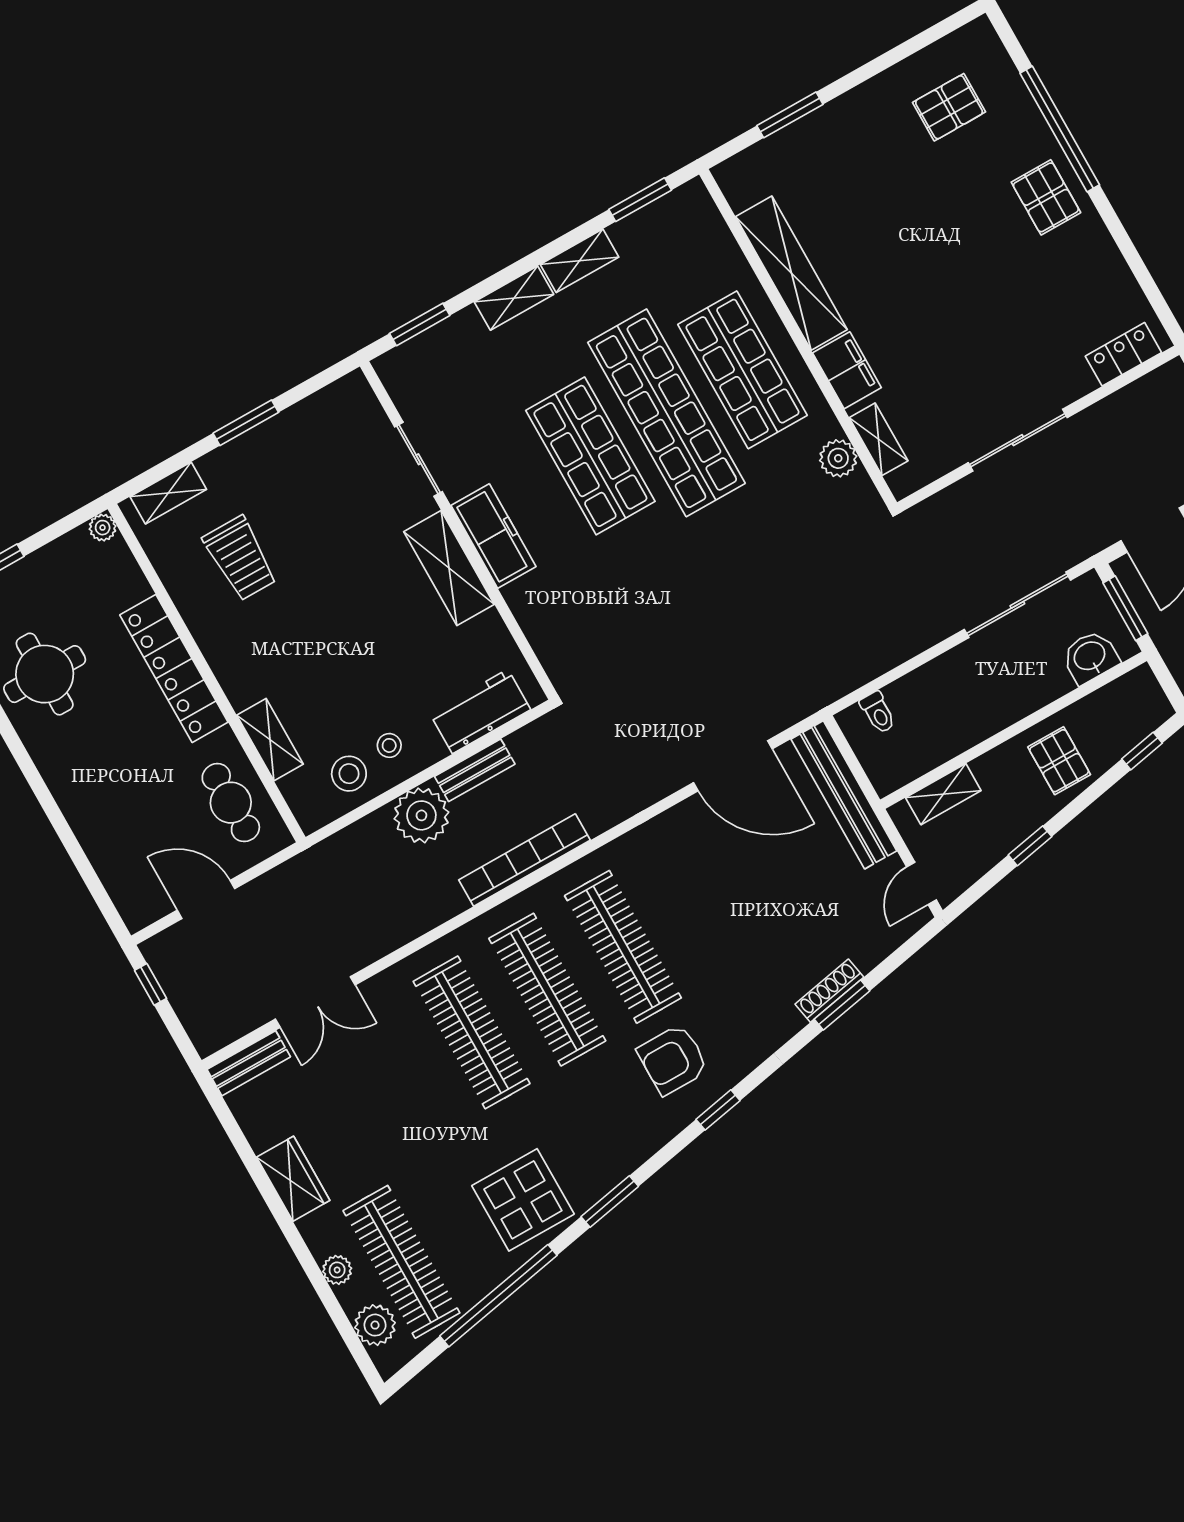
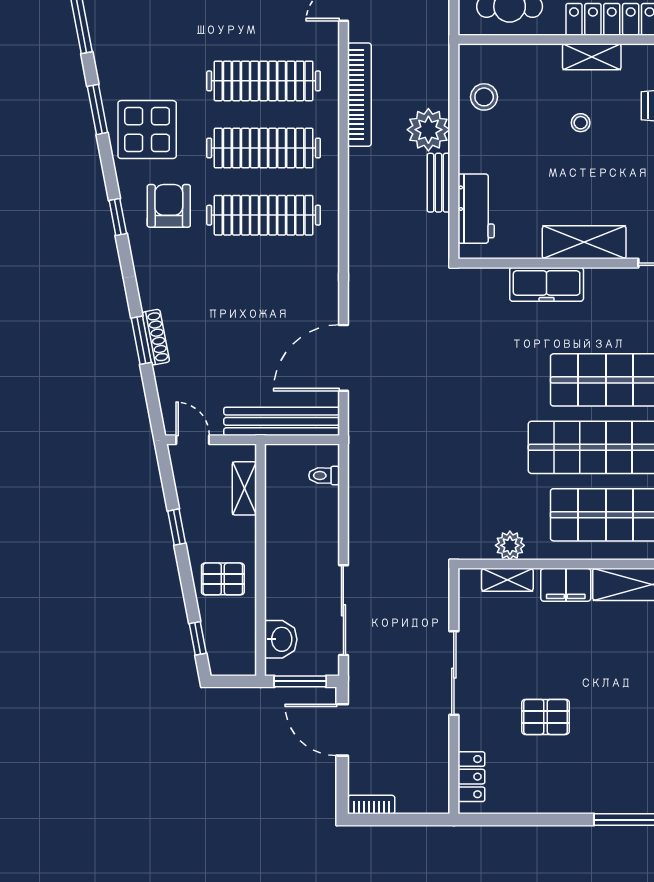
pallet: (1046, 197) -> (546, 717), moved
freezer: (493, 536) -> (547, 284), moved
shelving: (270, 740) -> (592, 57), moved
stool: (389, 745) -> (581, 123), moved
bookcase: (524, 860) -> (359, 95), moved
display table: (523, 1200) -> (147, 130), moved

